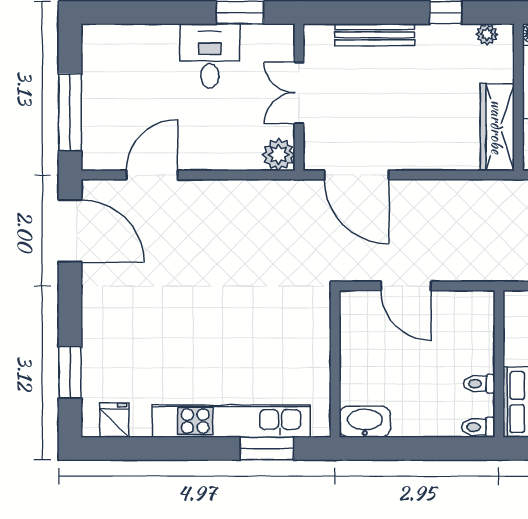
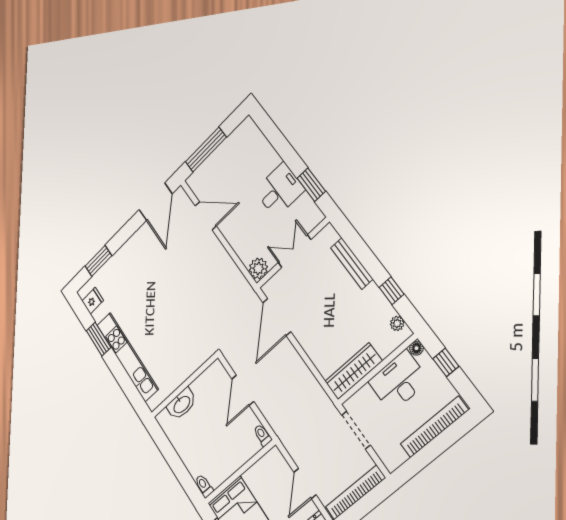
toilet: (479, 384) -> (262, 435), moved
washbasin: (365, 422) -> (182, 404), moved, turned 90
window: (267, 448) -> (98, 339), moved

